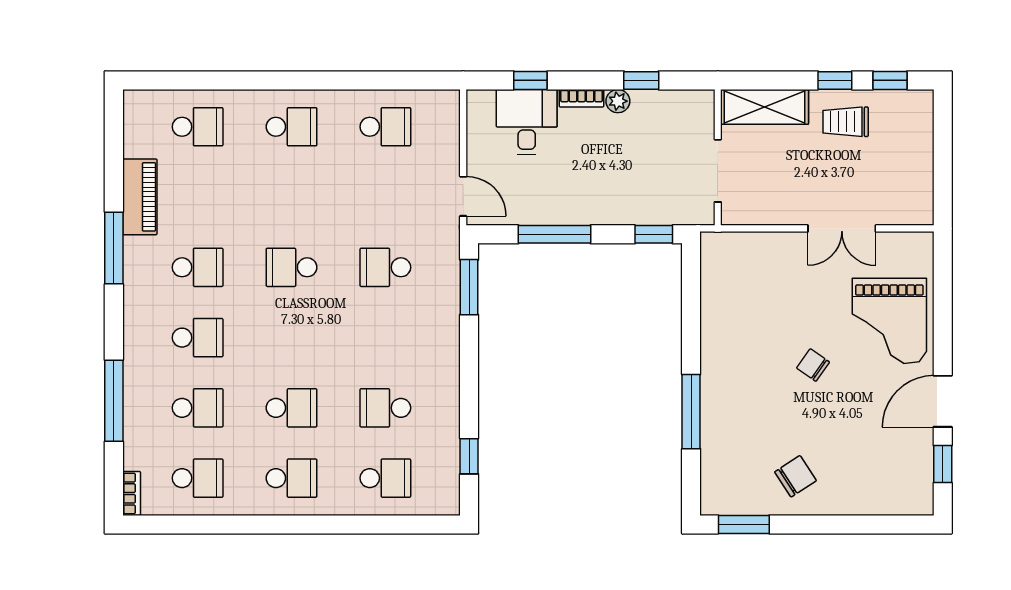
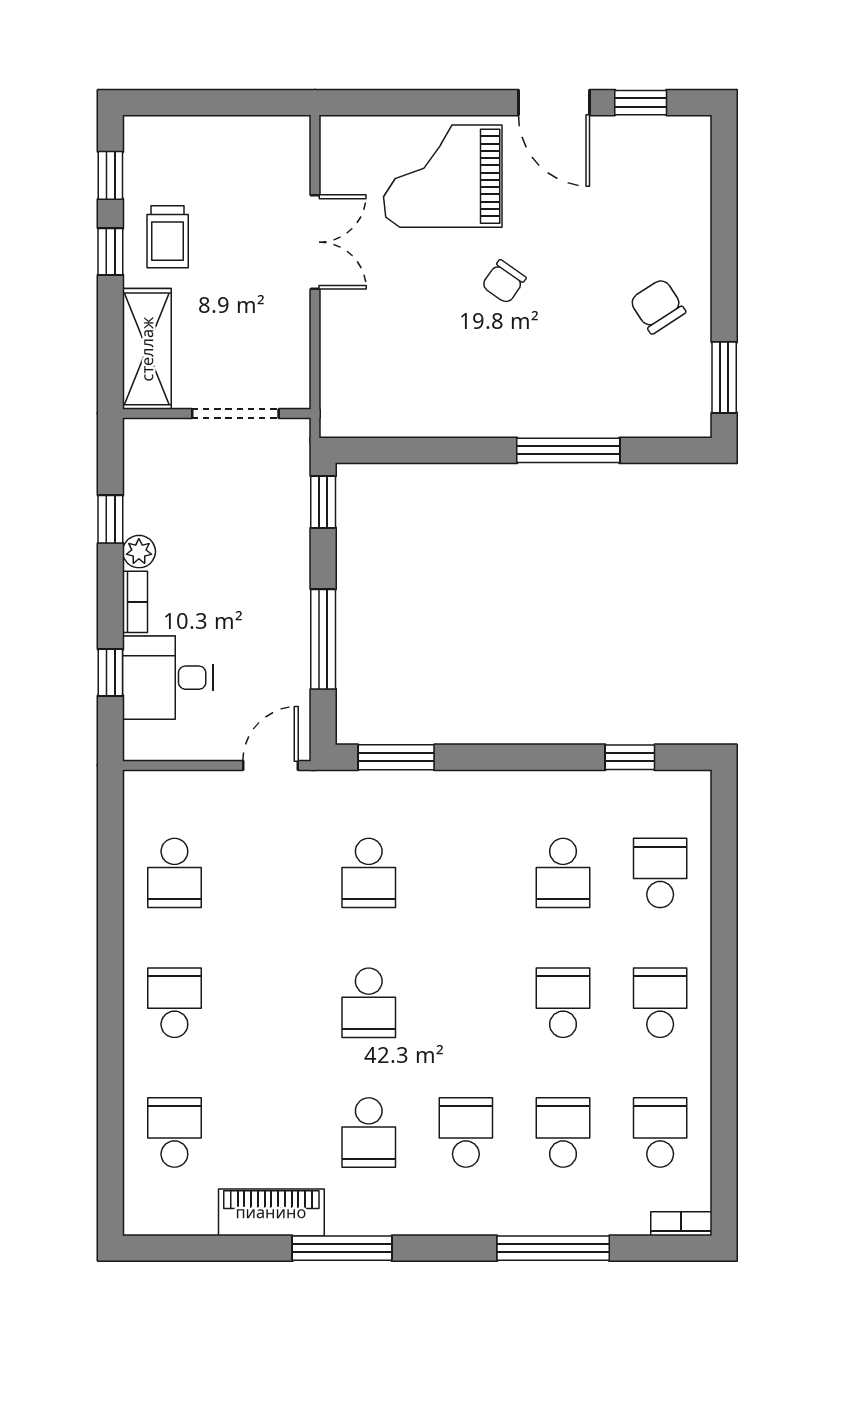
school desk: (385, 127) -> (174, 873), turned 180
school desk: (198, 267) -> (369, 1132), turned 180
grand piano: (889, 321) -> (443, 176), turned 180

